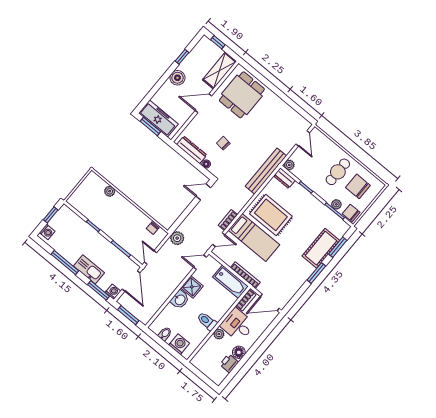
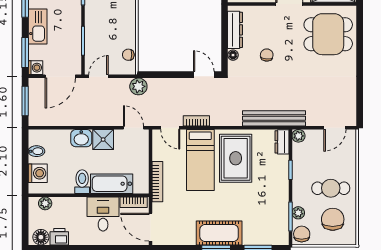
cot: (321, 248) -> (219, 233), moved
bathtub: (230, 282) -> (112, 184), moved, turned 90
plant: (219, 334) -> (45, 203), moved
floor lamp: (239, 352) -> (41, 237), moved

